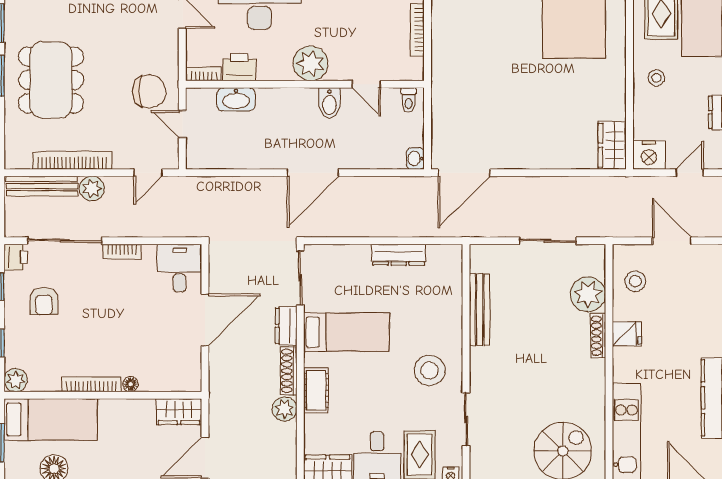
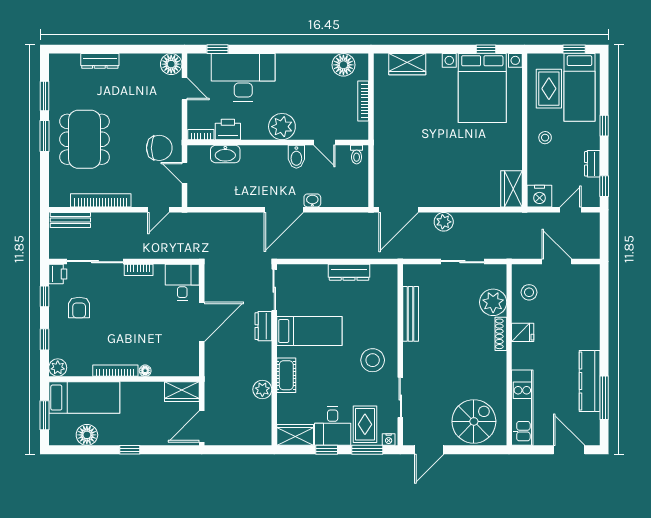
washbasin: (415, 158) -> (312, 200), moved, turned 90
bench: (42, 186) -> (70, 220), width x0.73
plant: (92, 189) -> (444, 222), moved
shoe rack: (289, 371) -> (265, 360), removed

